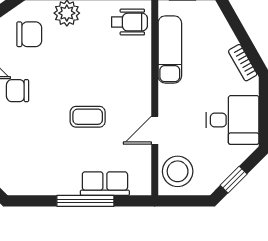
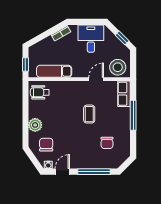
wheelchair: (129, 22) -> (40, 92), turned -90
chair: (18, 91) -> (107, 143), moved
door: (155, 130) -> (96, 79), swing flipped
row of seats: (105, 184) -> (124, 94), moved

